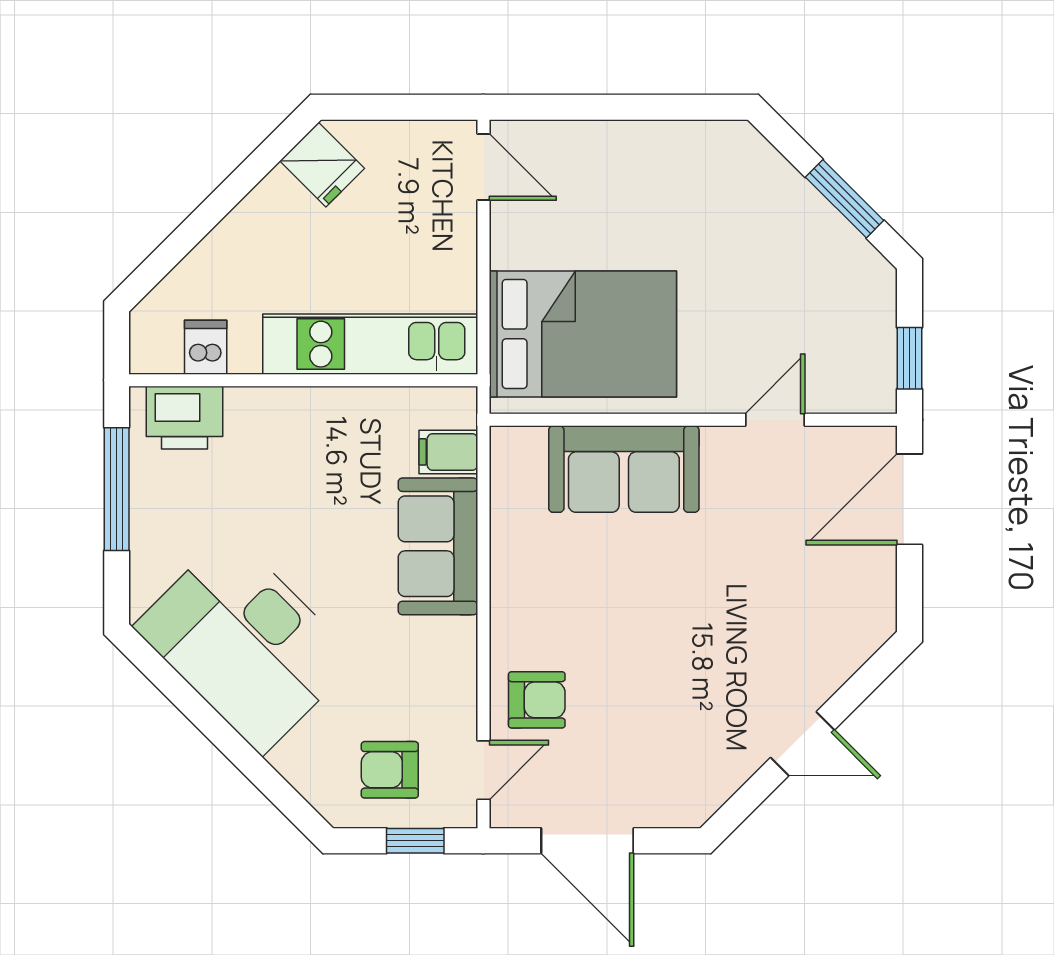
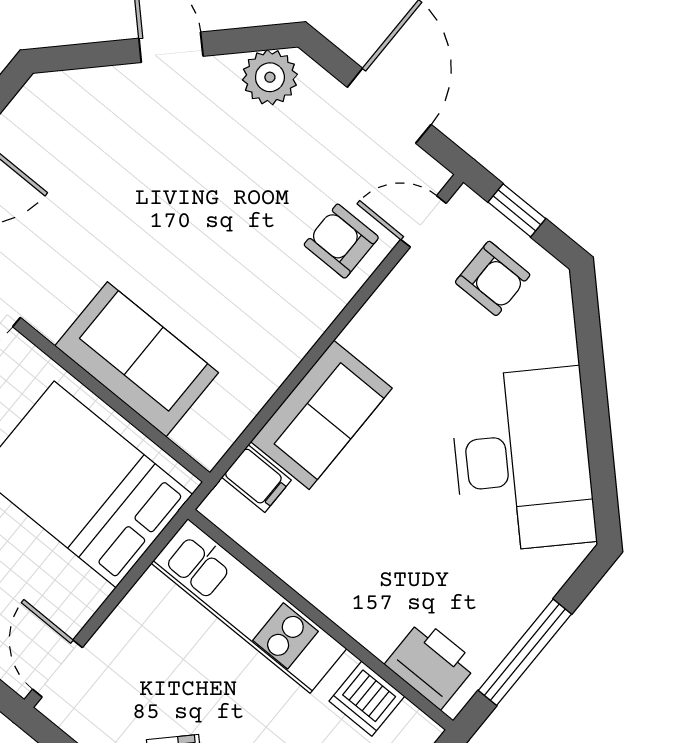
dishwasher: (206, 347) -> (367, 699), width x1.38
plant: (703, 785) -> (270, 77), added

